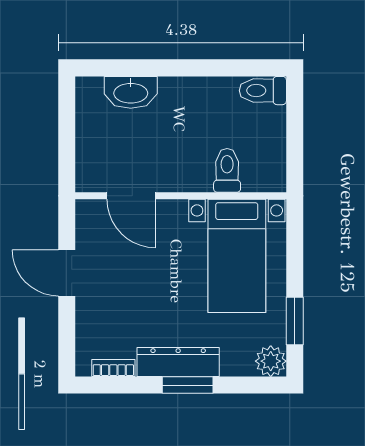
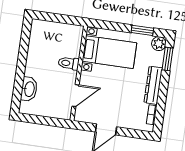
toilet: (263, 91) -> (37, 30), removed
toilet: (227, 170) -> (69, 63), moved
window: (188, 385) -> (167, 59), moved

